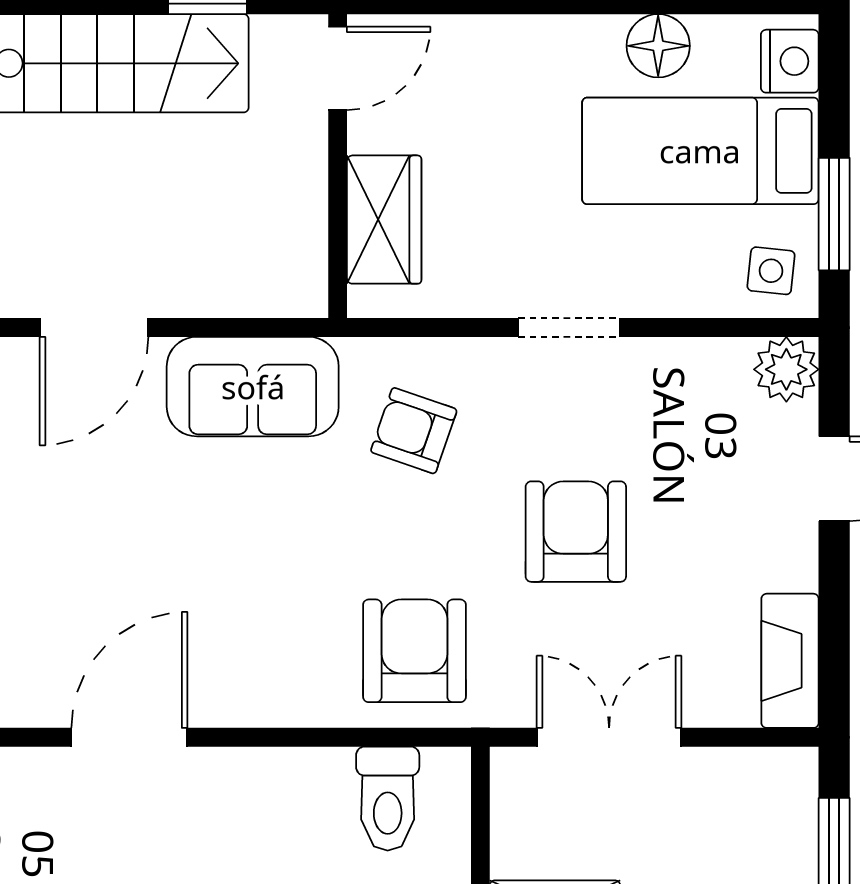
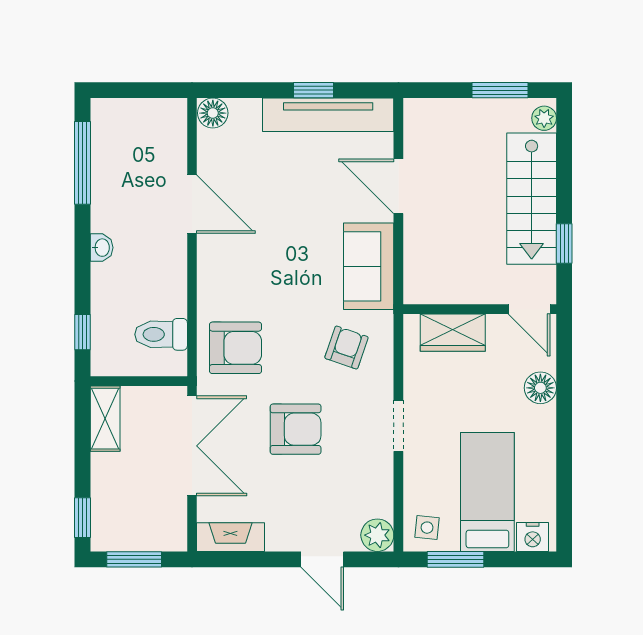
floor lamp: (658, 46) -> (540, 388), moved
double door: (609, 737) -> (192, 446), width x1.37

